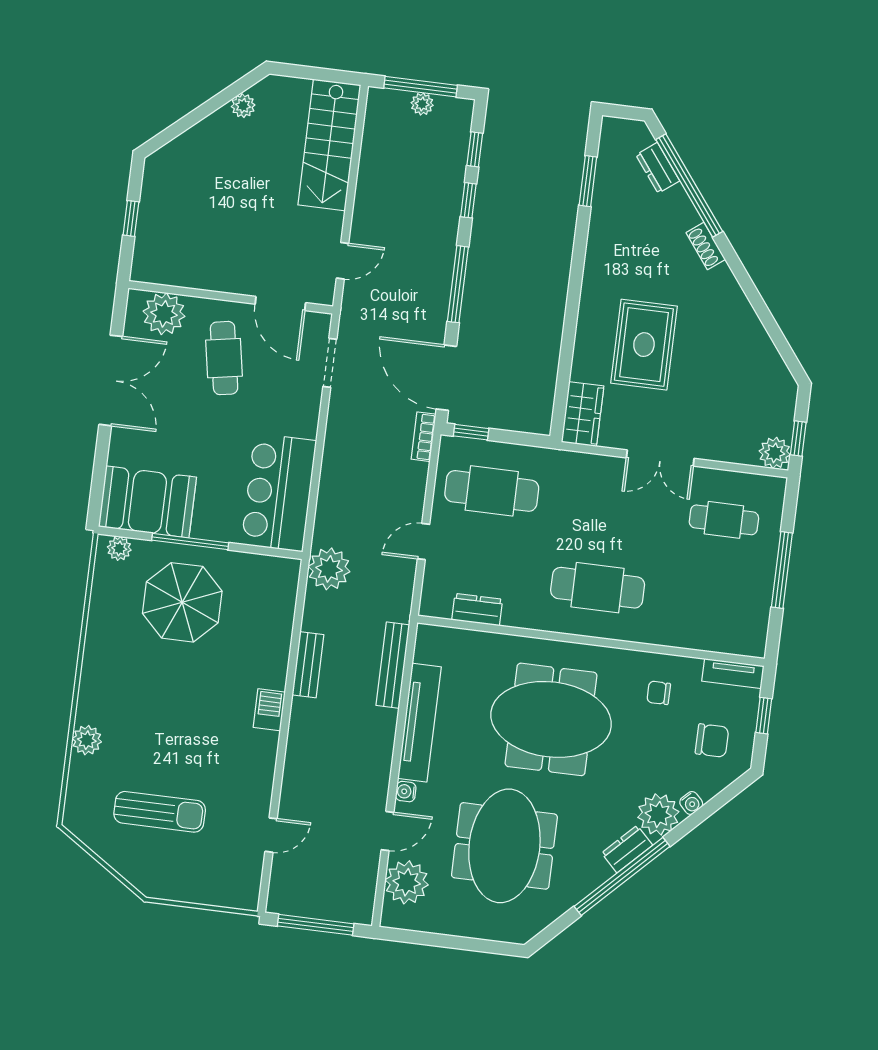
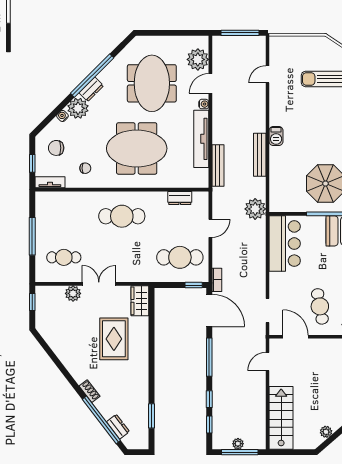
plant: (775, 453) -> (73, 293), moved
bench: (308, 665) -> (260, 155), width x1.36

